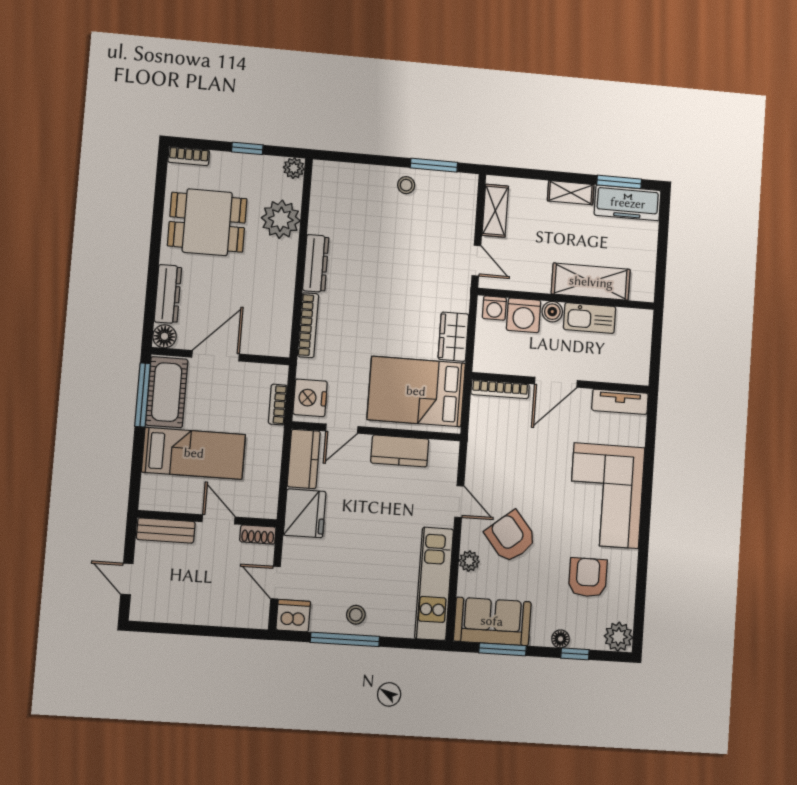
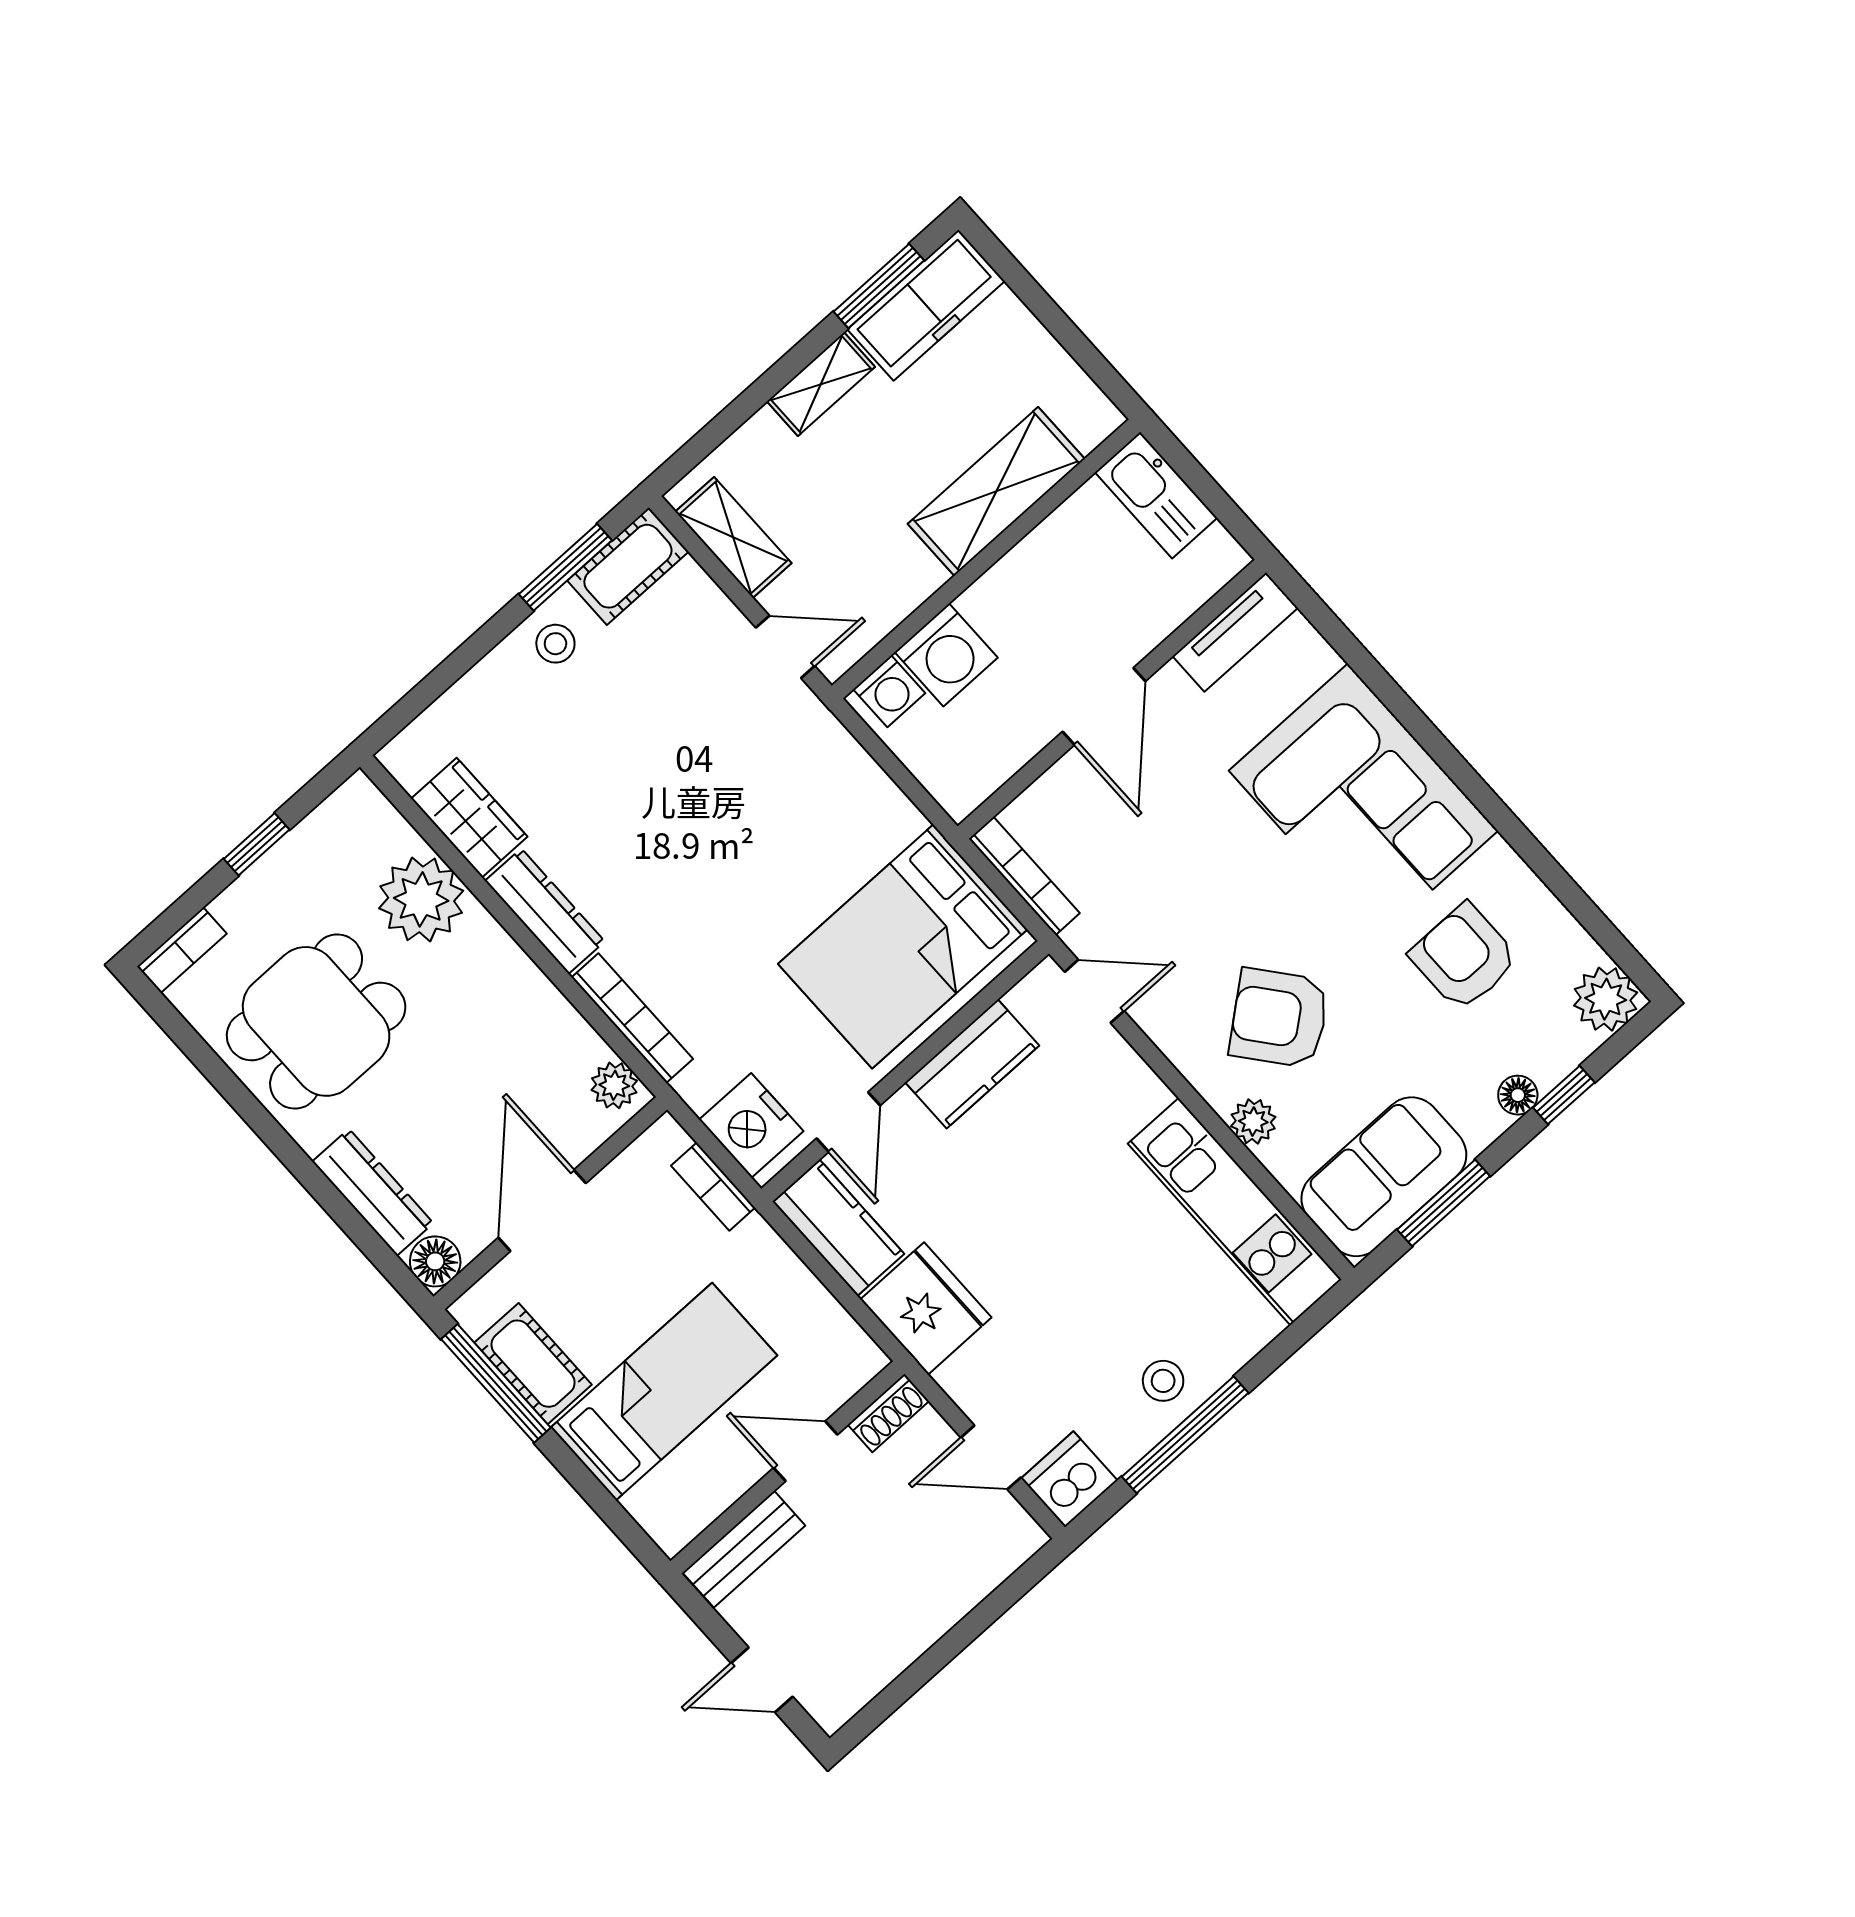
plant: (294, 168) -> (614, 1085), moved
cot: (453, 185) -> (628, 566), added
boiler: (552, 312) -> (985, 602), removed
kitchen sink: (590, 318) -> (1156, 495), moved, turned 90
wardrobe: (453, 337) -> (469, 818), moved, turned 180
bookcase: (500, 389) -> (1024, 876), moved, turned -90
cot: (167, 392) -> (533, 1364), width x0.73, depth x0.75
door: (459, 502) -> (1094, 991), moved

